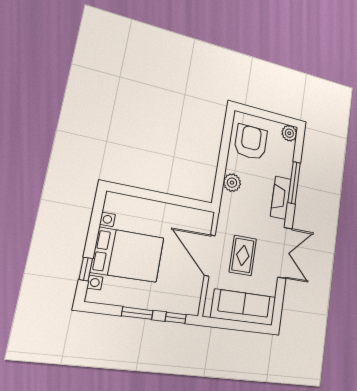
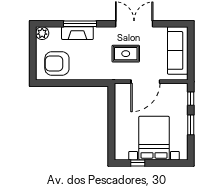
plant: (232, 183) -> (90, 73), removed
fireplace: (281, 198) -> (77, 33), moved
rug: (243, 255) -> (126, 54), moved
window: (86, 269) -> (138, 163), moved

